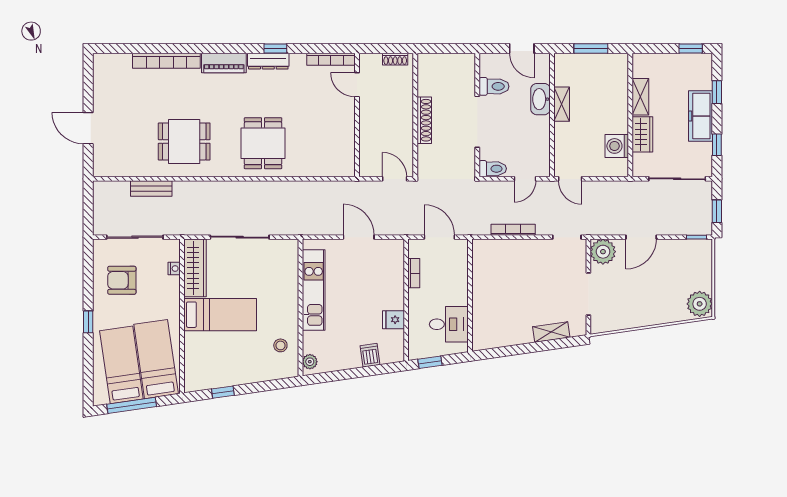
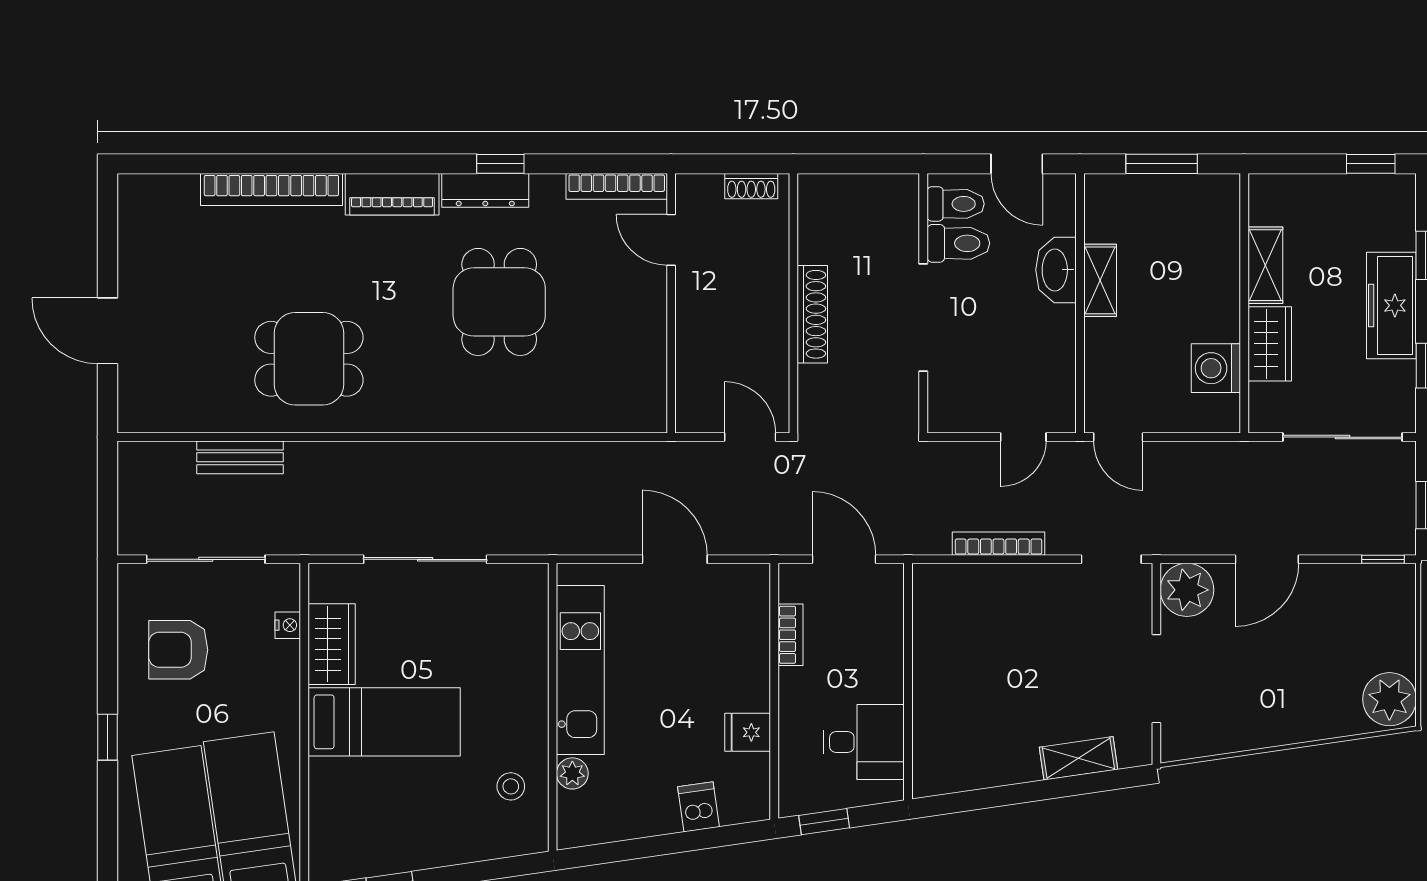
dining table: (263, 143) -> (499, 302), moved
toilet: (493, 169) -> (956, 204), moved
wardrobe: (195, 268) -> (332, 644), width x0.67
plant: (310, 362) -> (572, 773), moved

